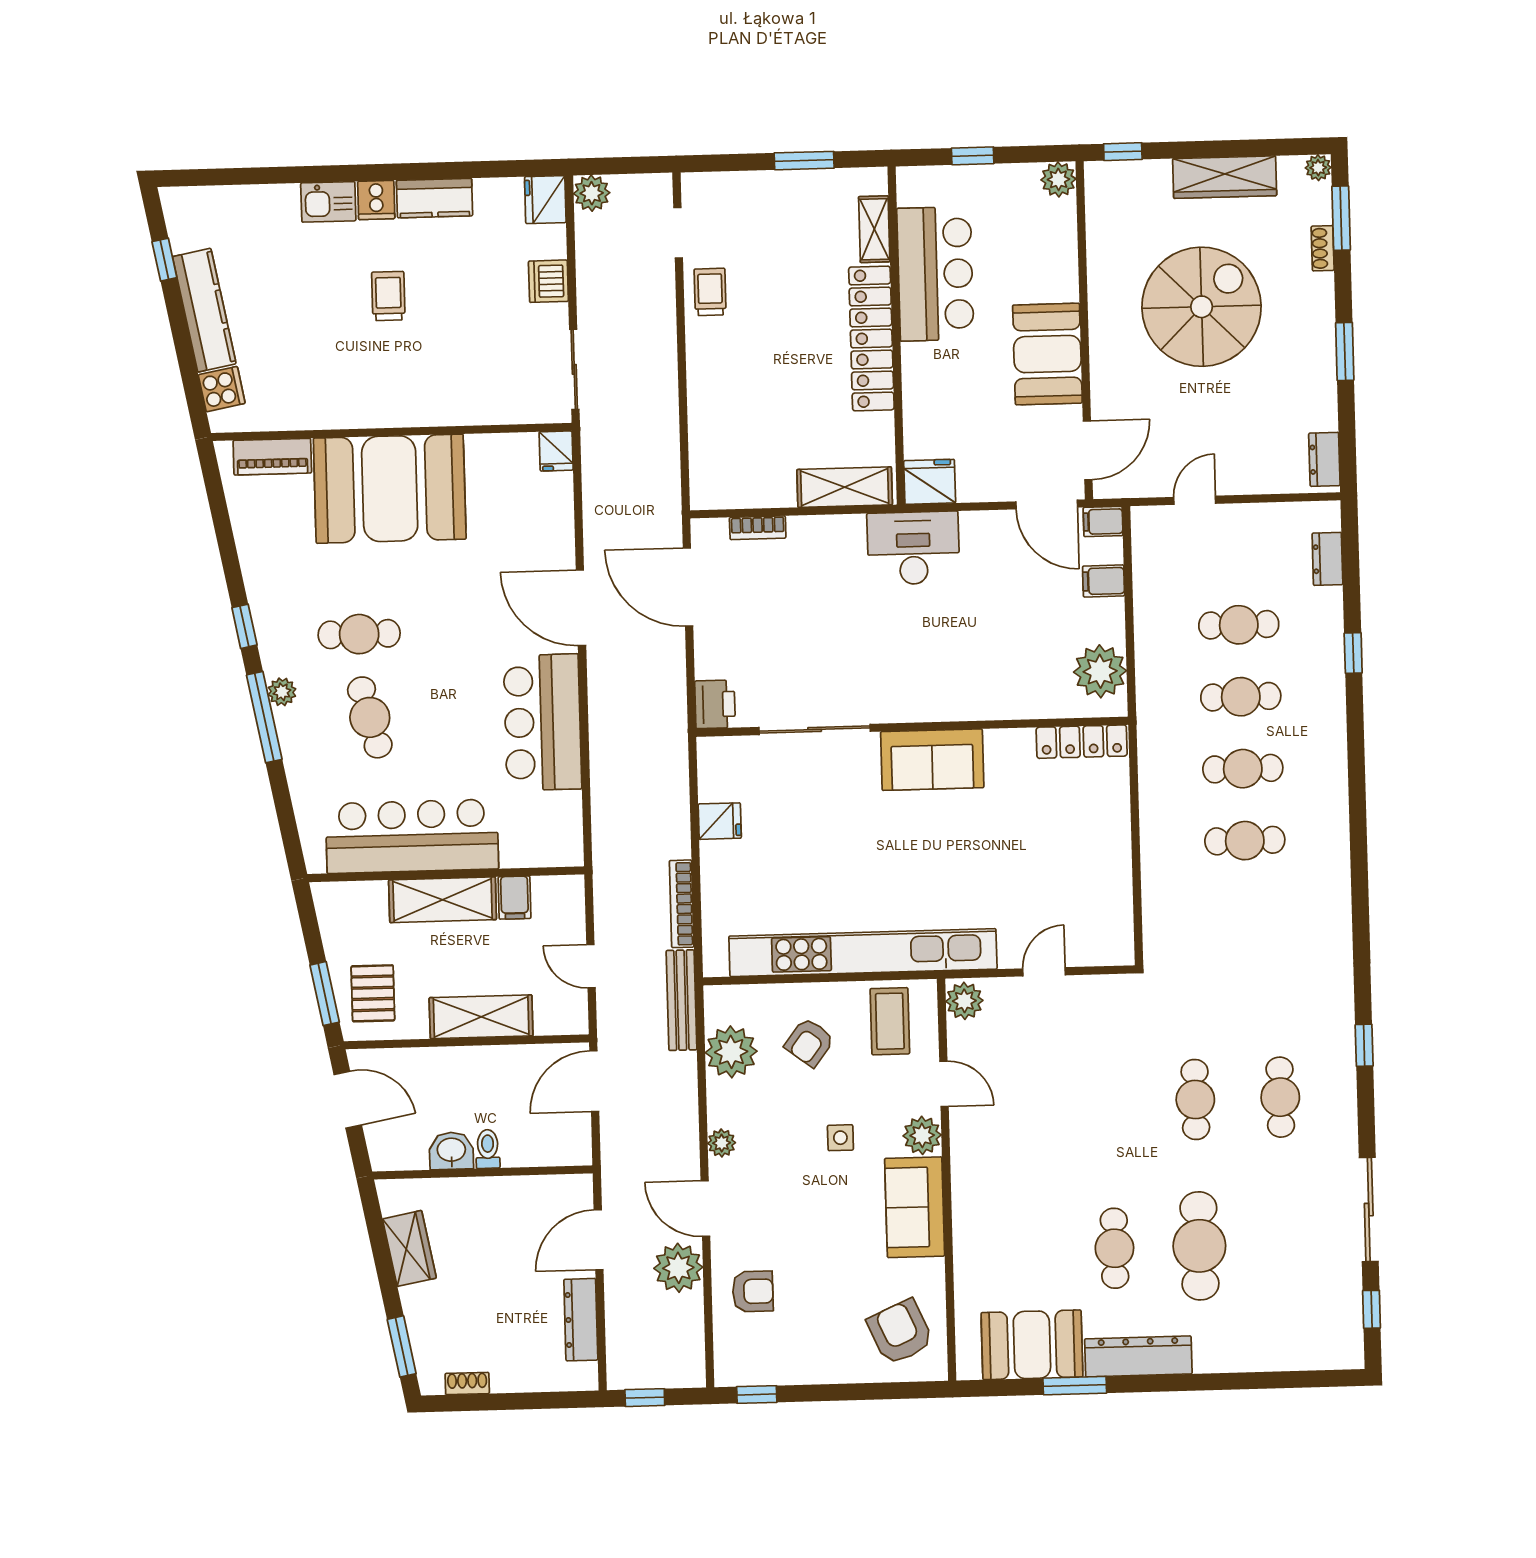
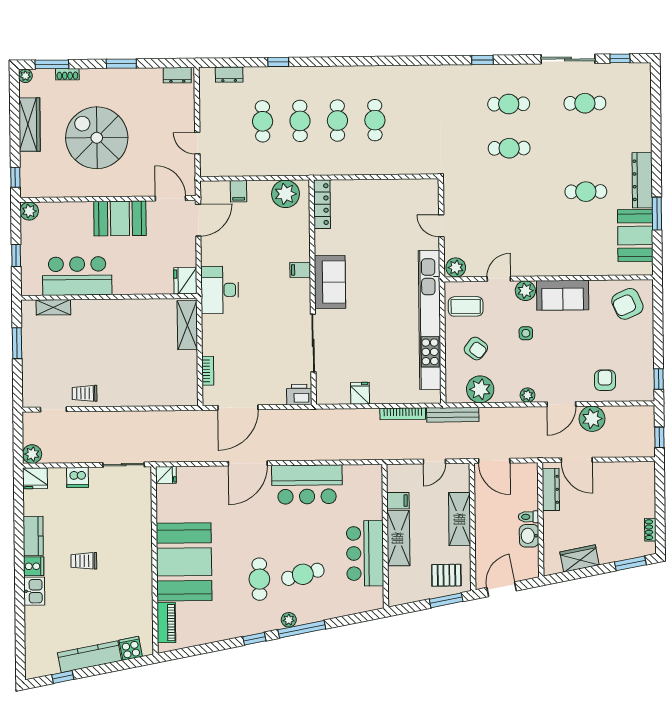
locker: (871, 338) -> (110, 310), removed
filing cabinet: (1103, 522) -> (300, 270), moved, turned 90
bar counter: (412, 836) -> (365, 553), width x0.73
cafe table: (1199, 1246) -> (585, 103), moved, width x0.73, depth x0.74
dresser: (581, 1320) -> (551, 489), moved, turned -90

